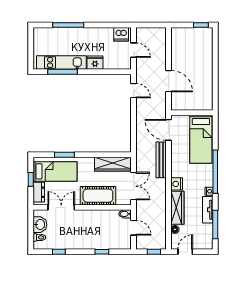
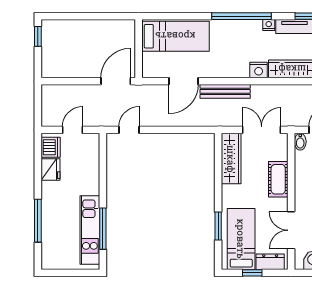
fridge: (95, 63) -> (51, 170), moved, turned 180
wall: (192, 113) -> (139, 49), moved
bed: (201, 139) -> (175, 36), moved
cot: (98, 196) -> (278, 179), width x0.73, depth x0.75

